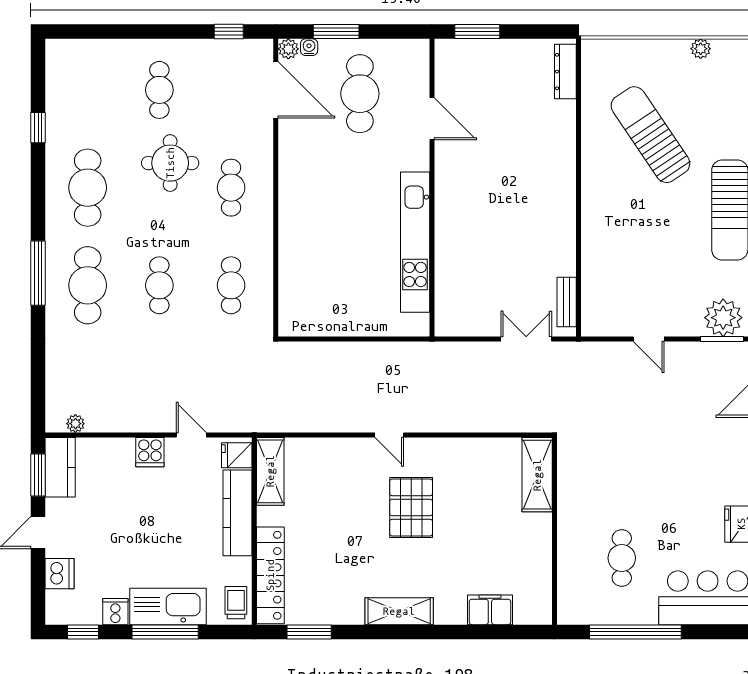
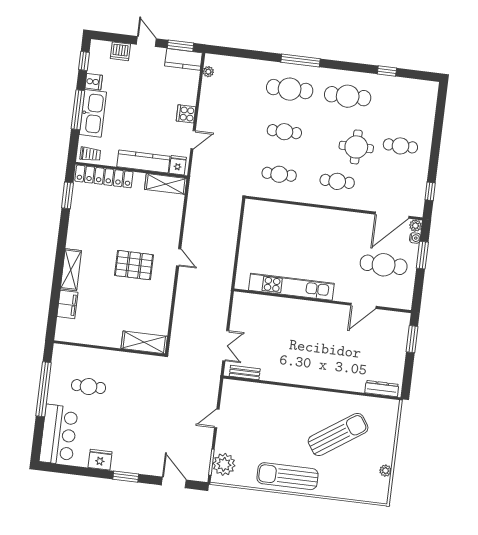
door: (389, 435) -> (179, 257), swing flipped
shelving: (399, 611) -> (71, 270), moved

